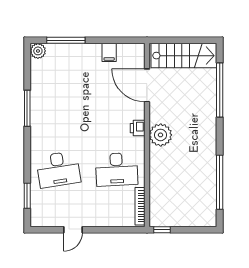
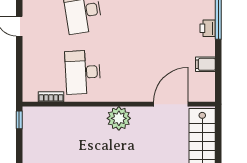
printer: (138, 128) -> (208, 28), moved, turned -90
bookcase: (140, 206) -> (51, 97), width x0.64

